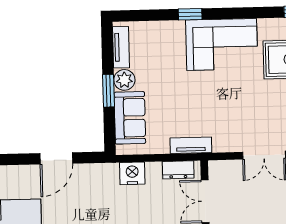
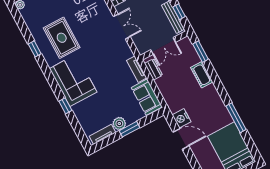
sofa: (130, 118) -> (147, 97), moved, turned -90
nightstand: (132, 173) -> (182, 118), moved

